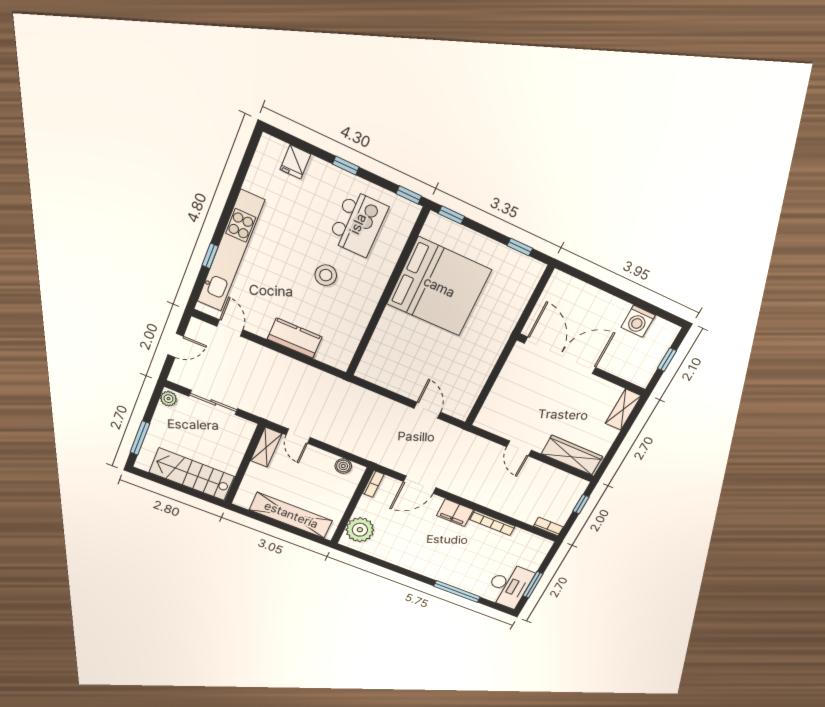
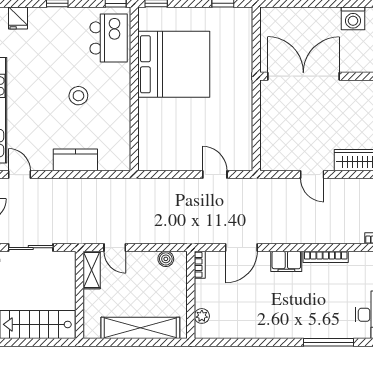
kitchen island: (358, 224) -> (109, 38), moved
plant: (360, 530) -> (202, 316), width x0.53, depth x0.53

